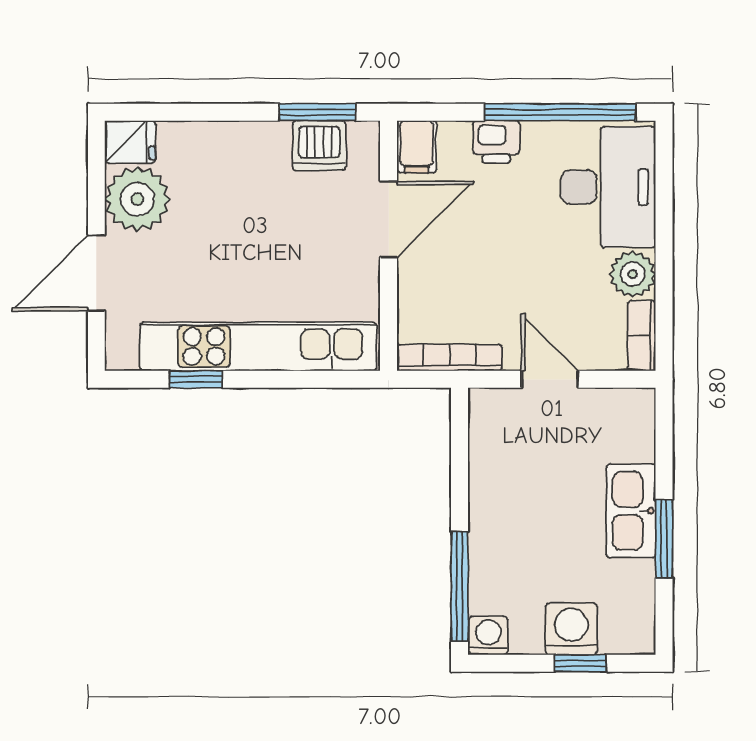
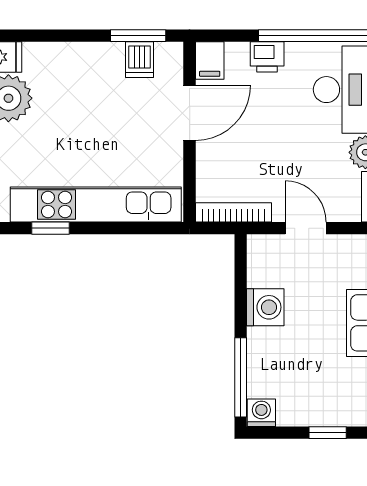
dishwasher: (319, 145) -> (139, 60), width x0.73
washing machine: (571, 629) -> (265, 307), moved, turned 90

